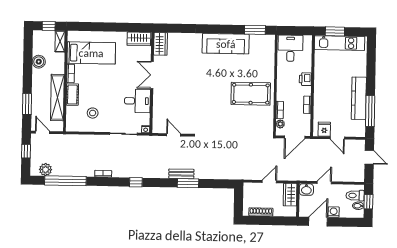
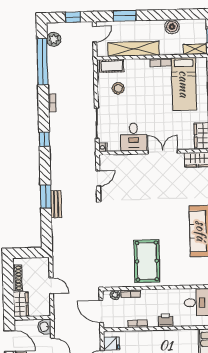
cot: (72, 95) -> (112, 66), moved
bench: (181, 174) -> (56, 204), moved
wardrobe: (290, 195) -> (21, 304), moved, turned 90

